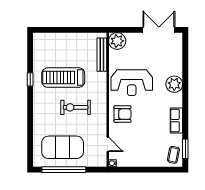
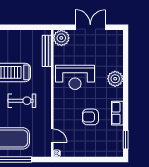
double door: (159, 30) -> (90, 27), moved
exercise bike: (76, 107) -> (22, 101), turned 180
armchair: (123, 114) -> (90, 117), moved, turned 180
coffee table: (173, 155) -> (114, 145), removed

